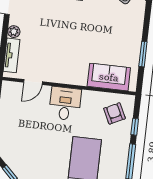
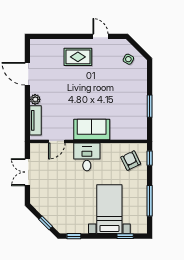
sofa: (109, 77) -> (92, 129), moved
window: (135, 127) -> (150, 158), moved

